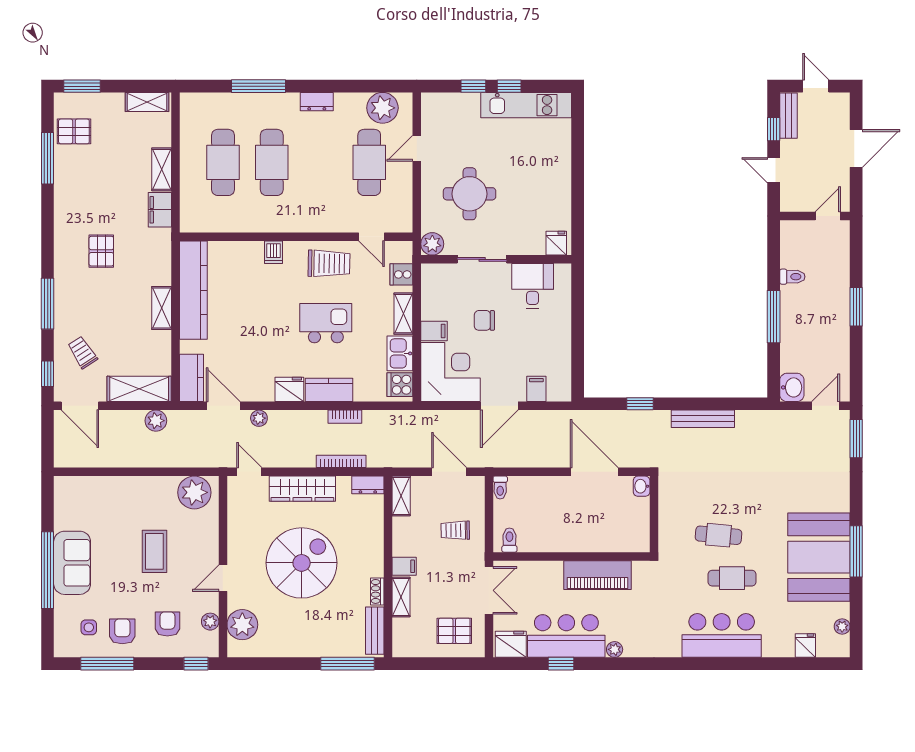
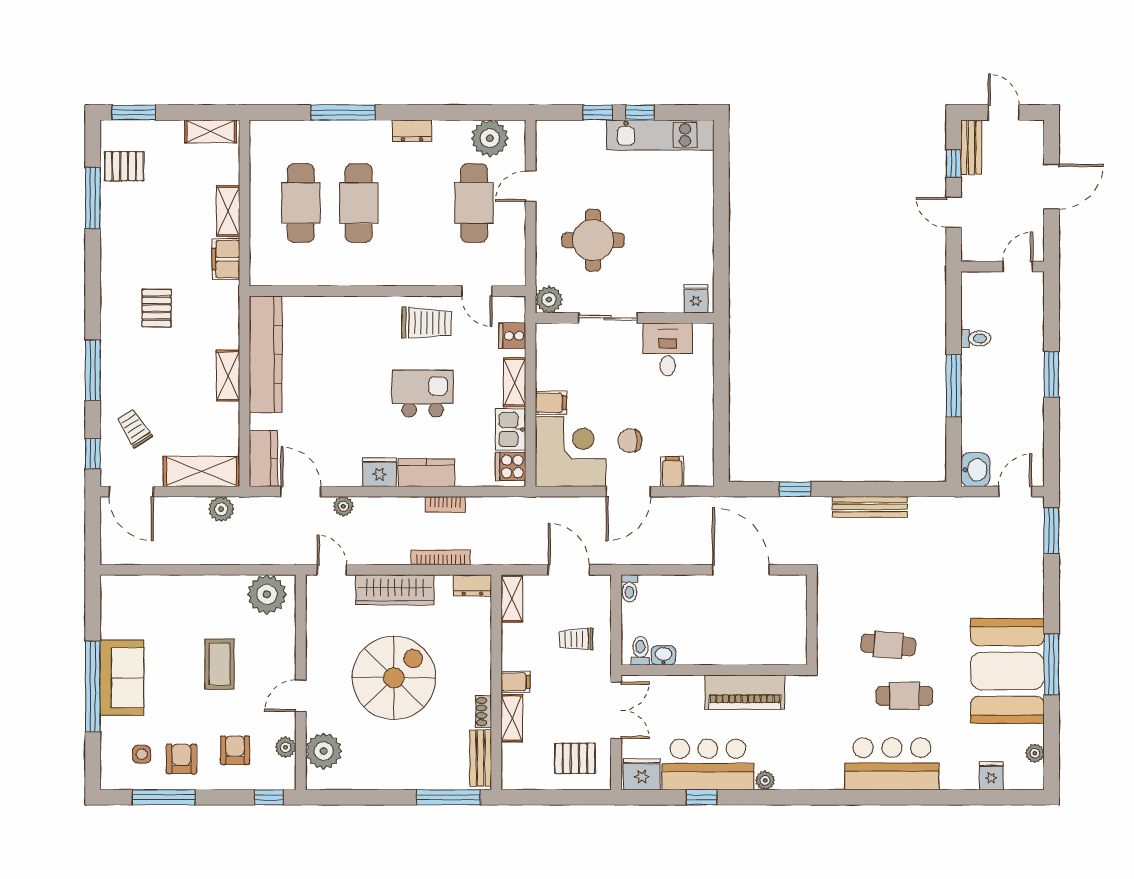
dishwasher: (273, 252) -> (361, 309), removed
chair: (484, 320) -> (630, 441), moved
washbasin: (642, 486) -> (663, 655), moved, turned 90

